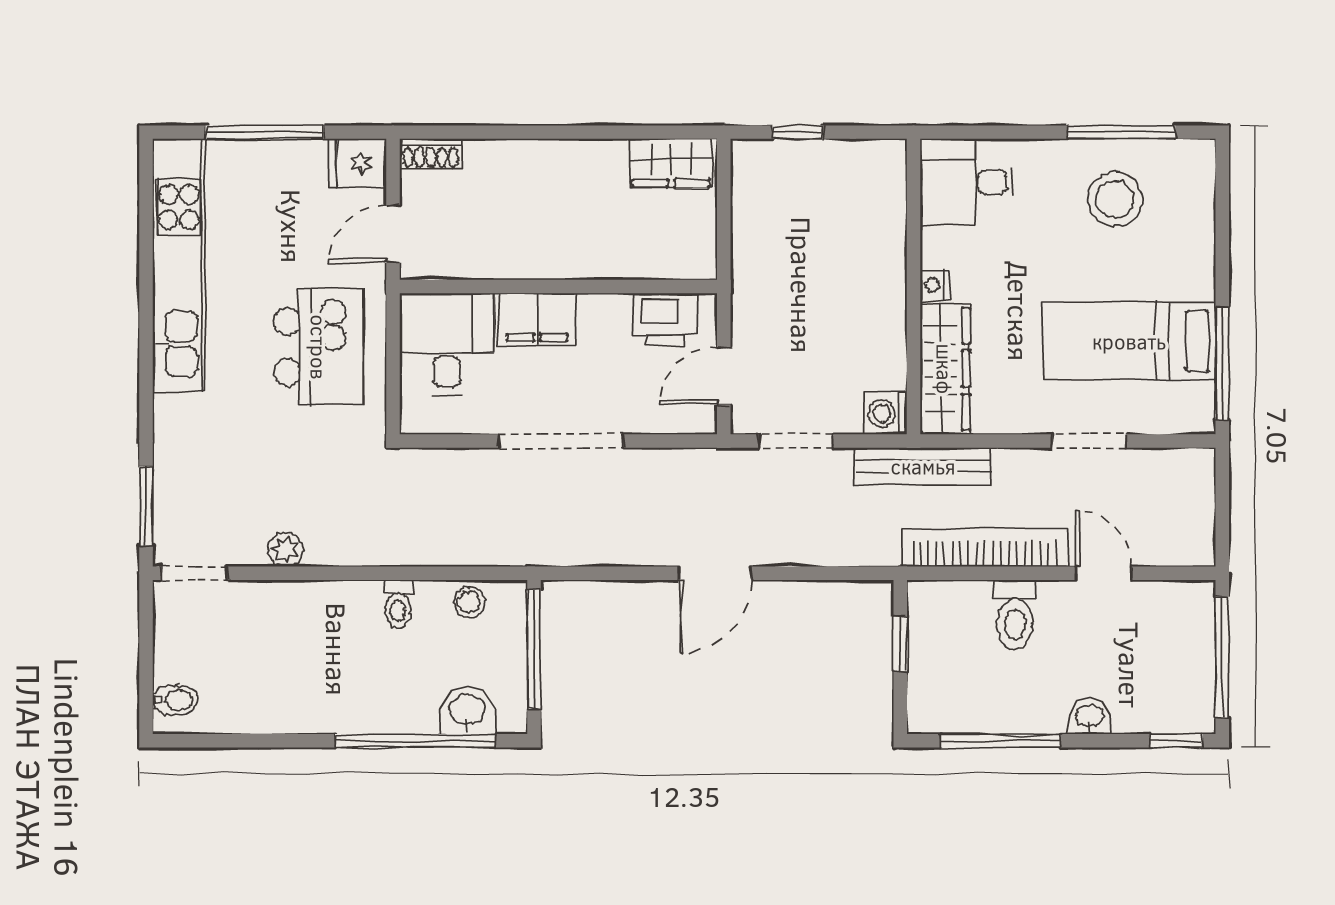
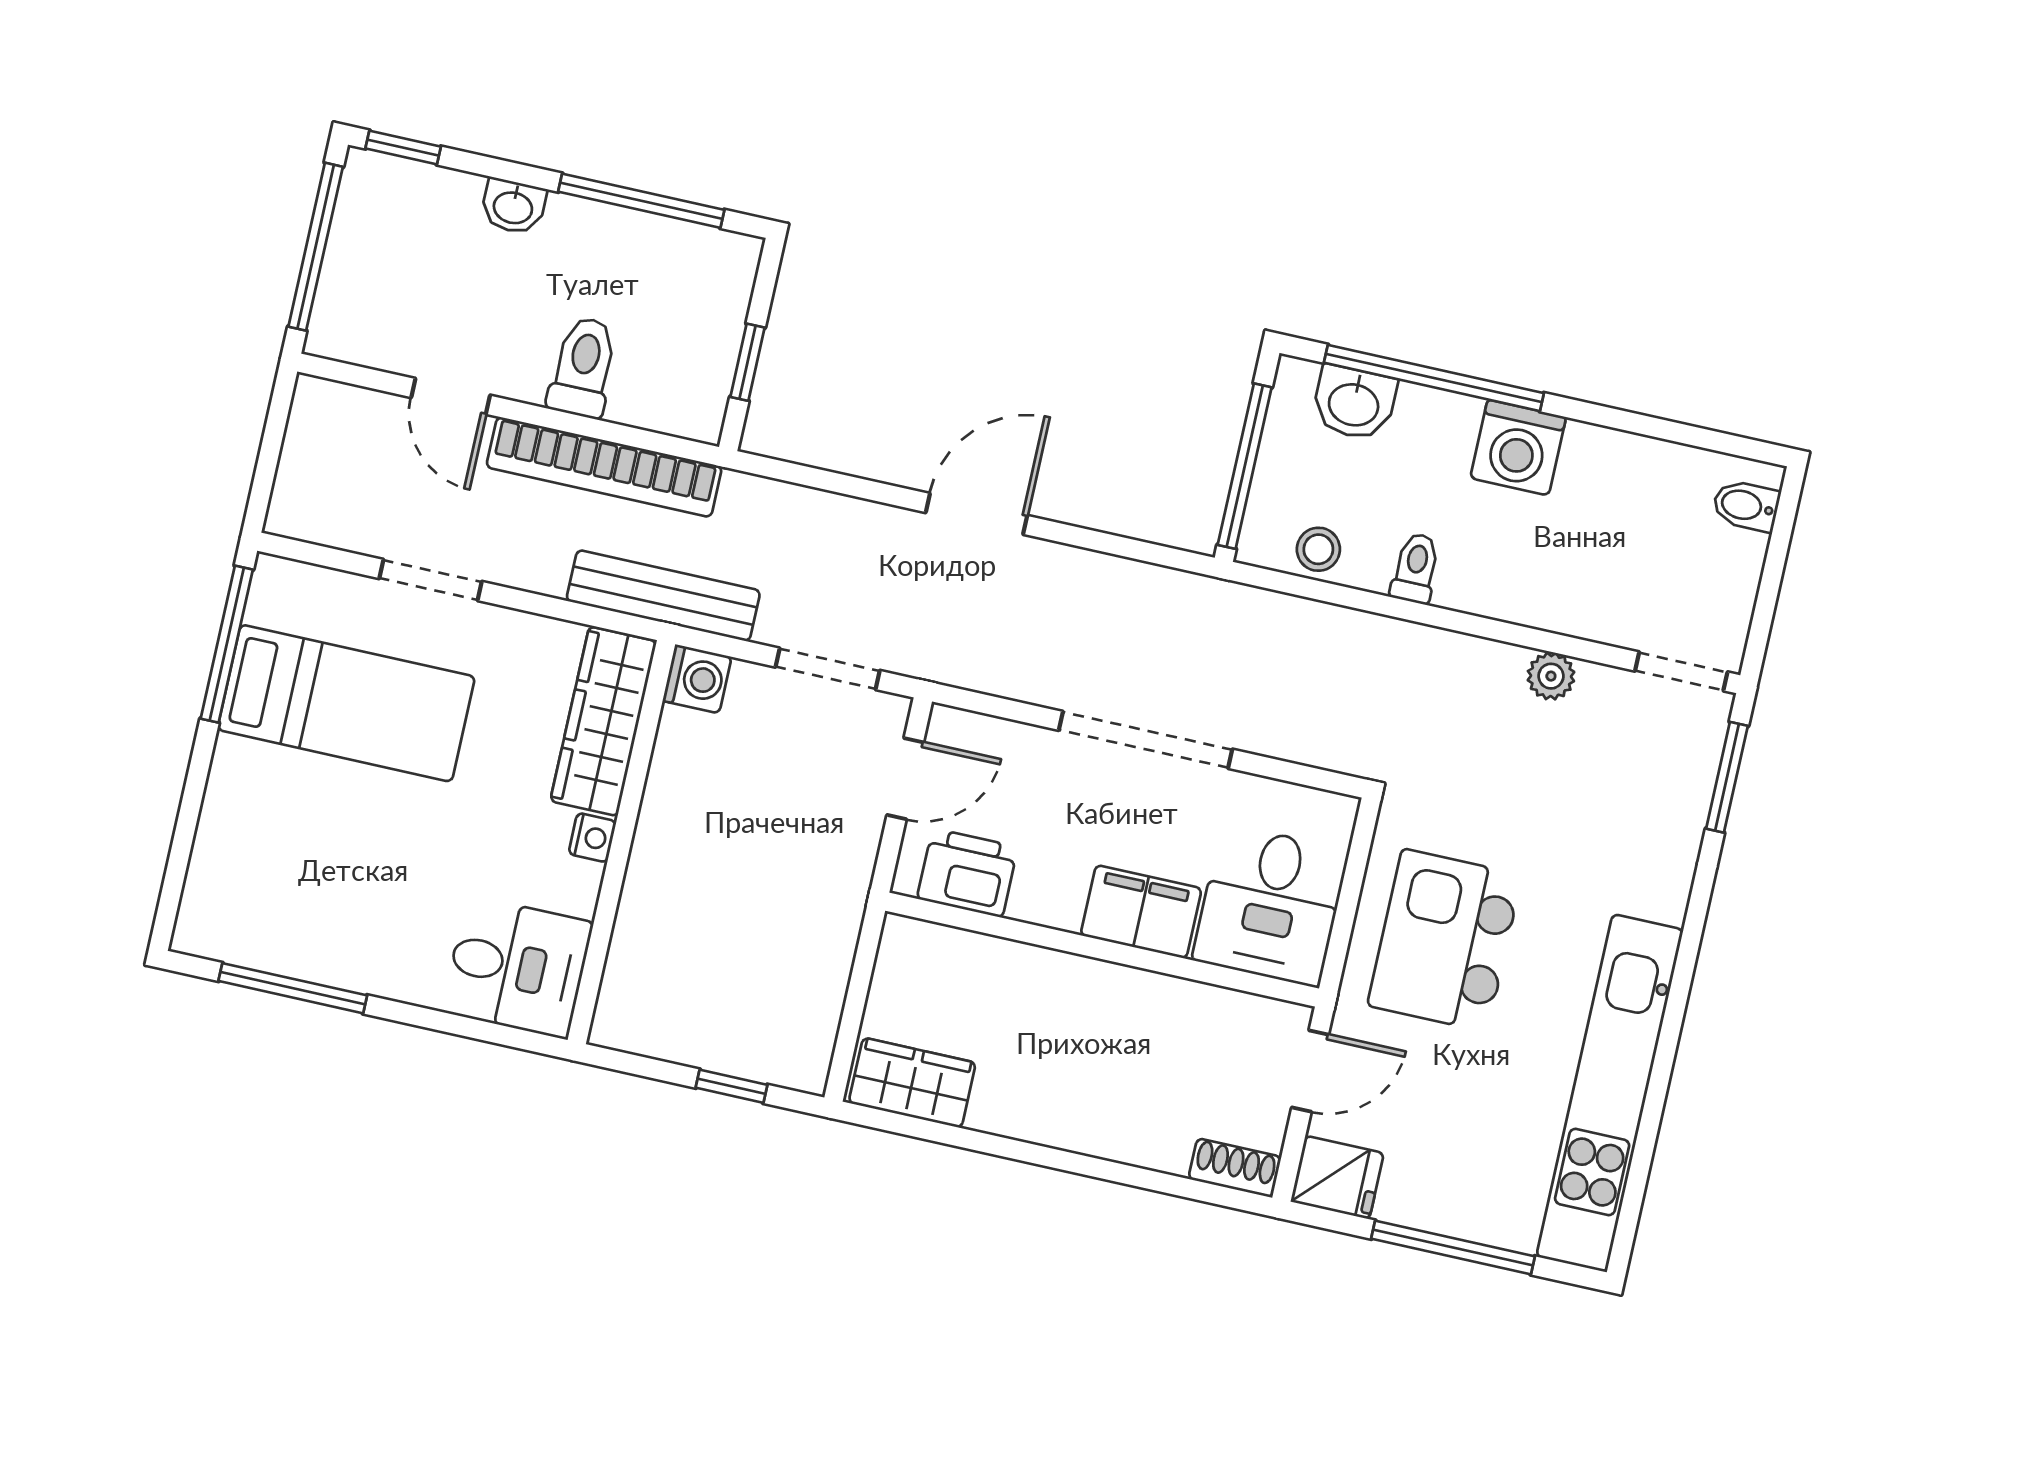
stool: (1115, 199) -> (322, 899), removed
washing machine: (345, 705) -> (1518, 448), added

